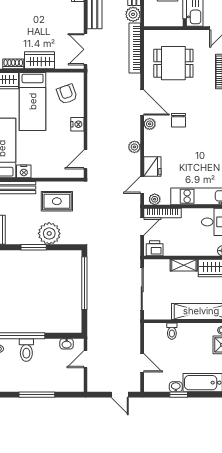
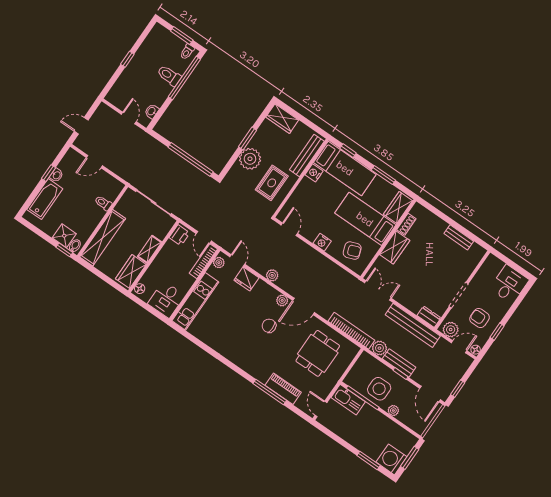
window: (37, 395) -> (127, 59), width x0.46

